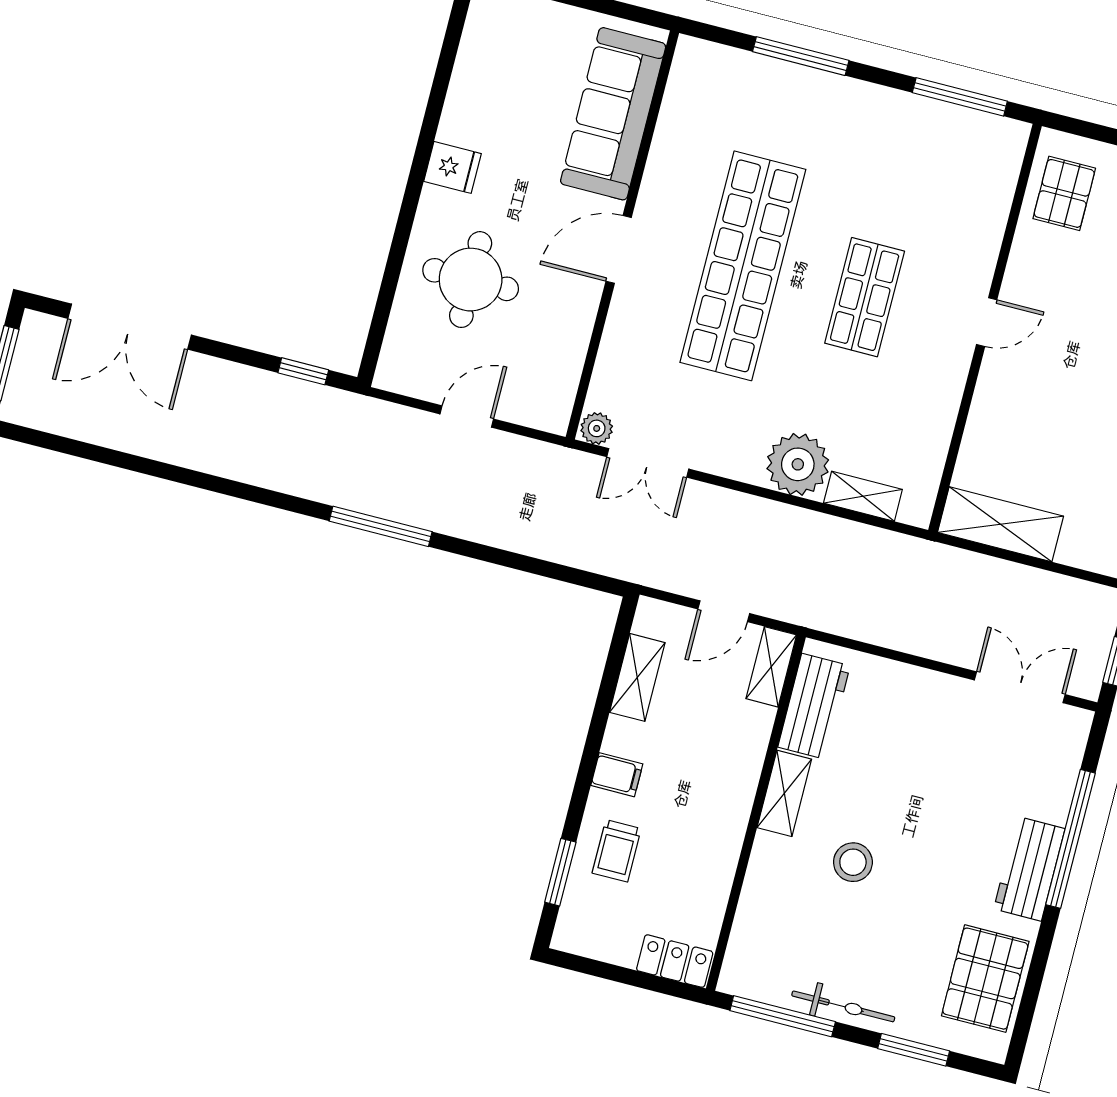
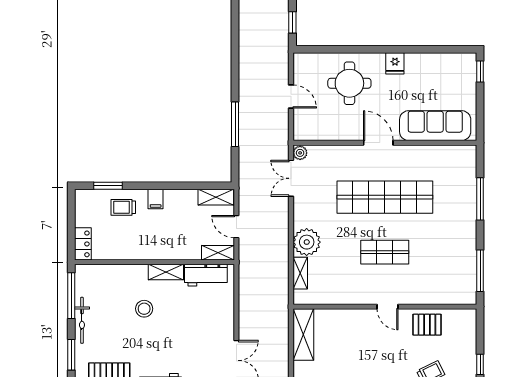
pallet: (1064, 193) -> (427, 325), moved
window: (381, 526) -> (235, 124), moved
shelving: (637, 677) -> (216, 197), moved

